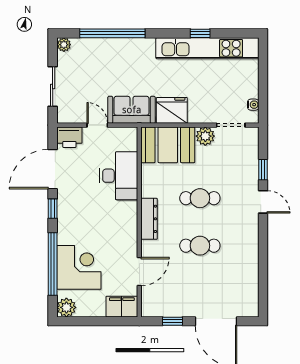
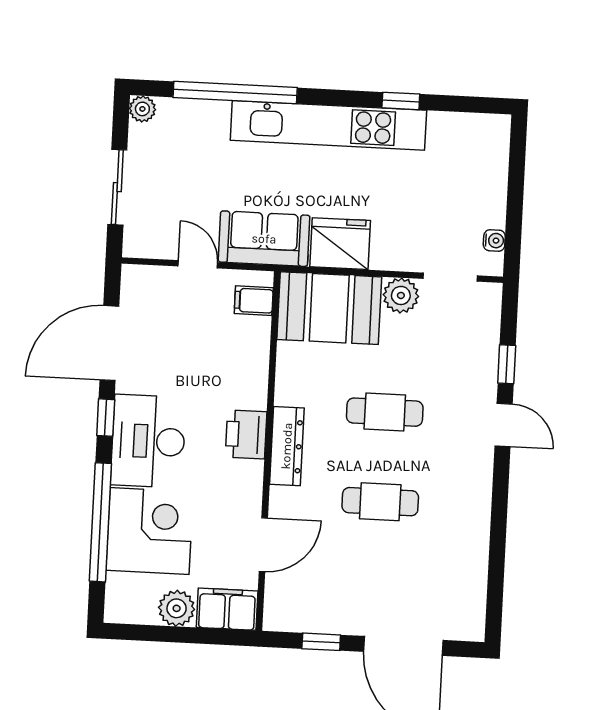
kitchen unit: (207, 48) -> (328, 125), moved
printer: (69, 137) -> (246, 434), moved, turned 90
filing cabinet: (128, 143) -> (254, 301), added
desk: (119, 176) -> (148, 441), moved, turned 180
plant: (66, 307) -> (177, 608), moved

